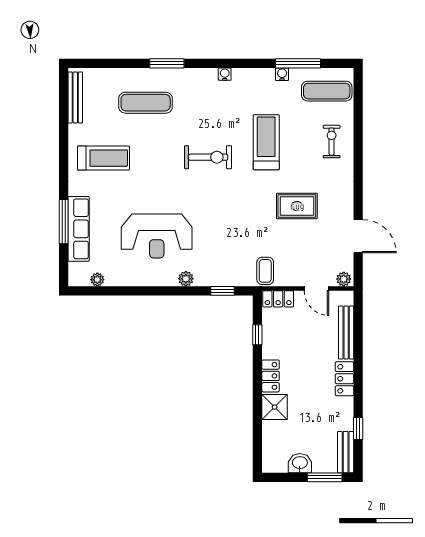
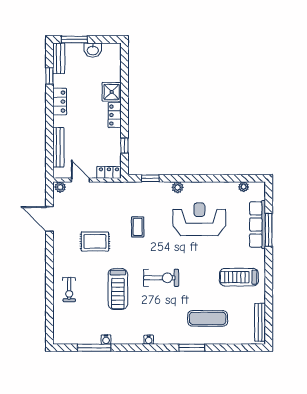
exercise mat: (327, 91) -> (73, 327), removed
exercise bike: (208, 157) -> (161, 278), turned 180
coffee table: (265, 271) -> (138, 227), moved
locker: (344, 379) -> (60, 102), moved

